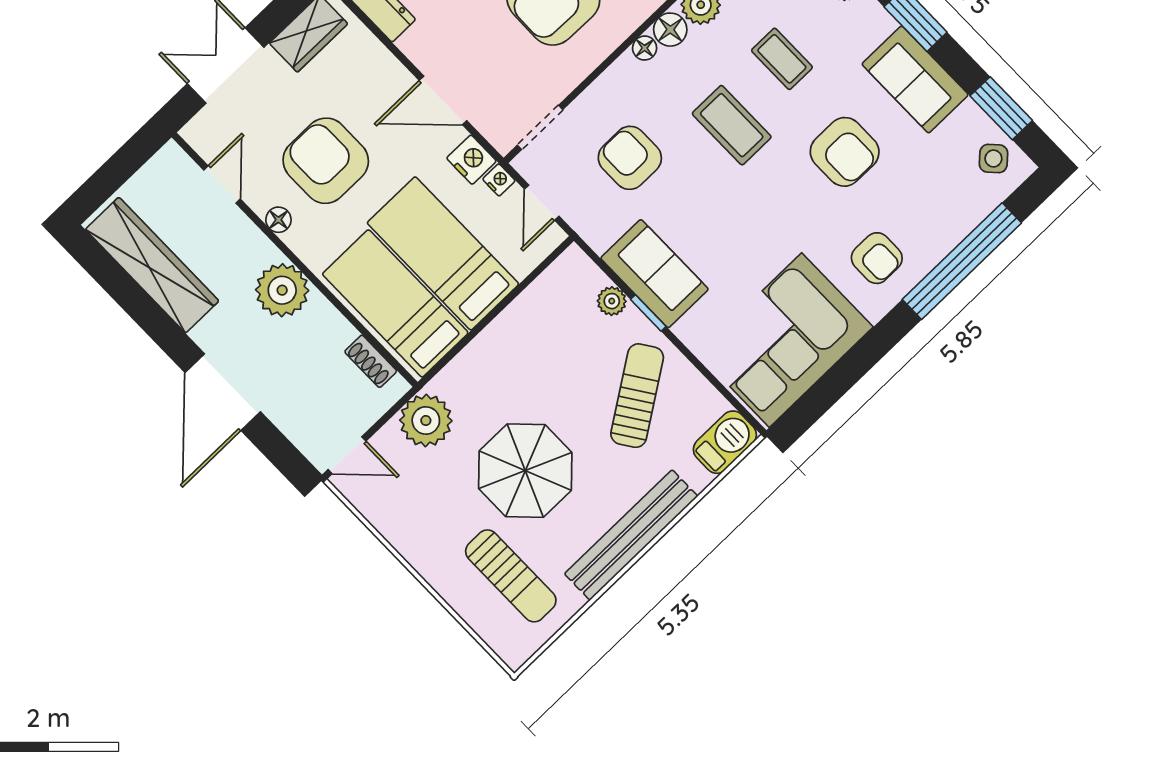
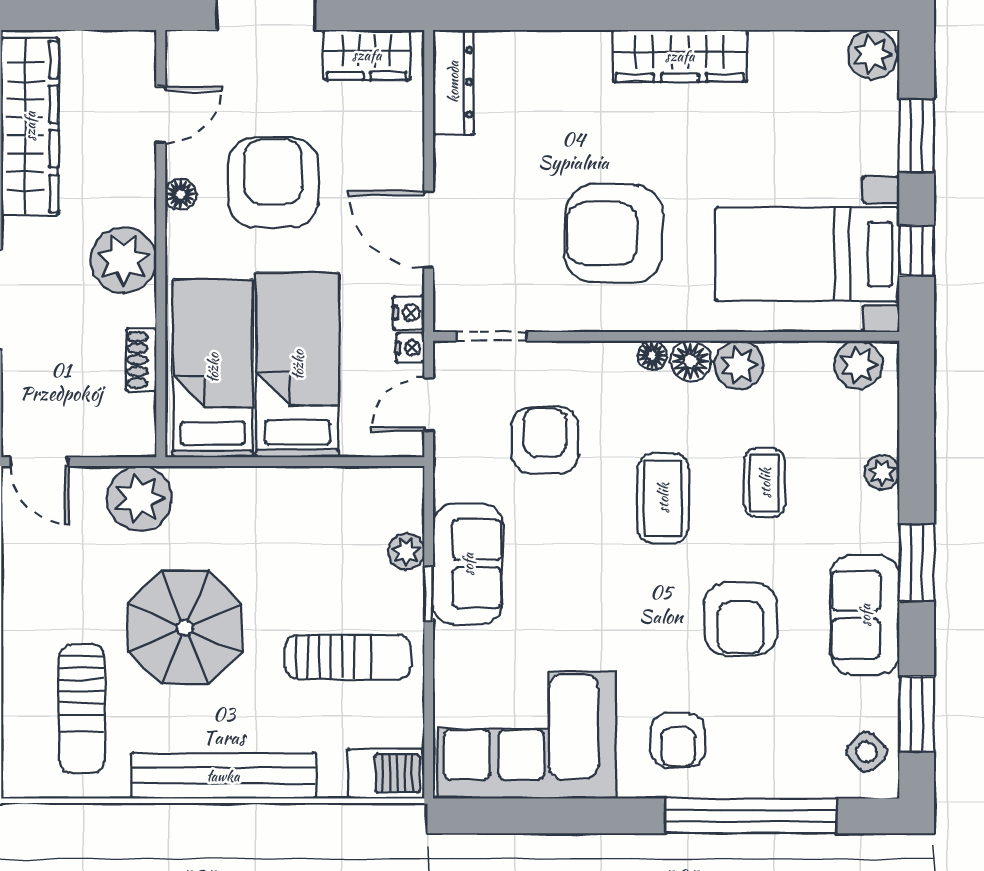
nightstand: (471, 160) -> (409, 313), width x0.72, depth x0.74
shoe rack: (371, 361) -> (141, 360), moved
sun lounger: (637, 396) -> (348, 657), turned 34

